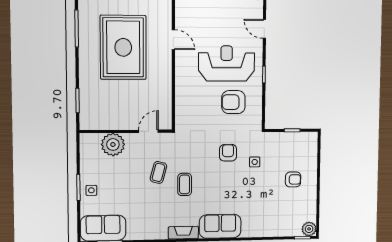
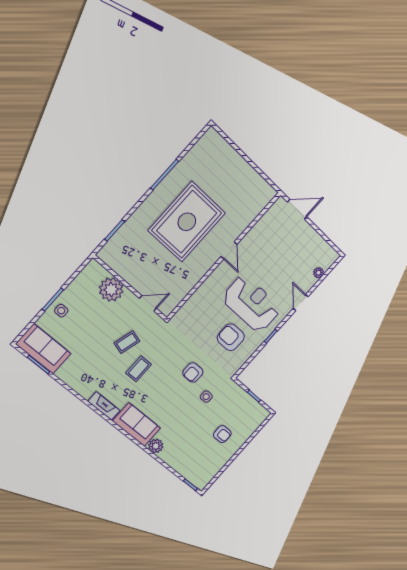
armchair: (228, 153) -> (193, 372), turned 180
plant: (309, 229) -> (156, 446), moved

